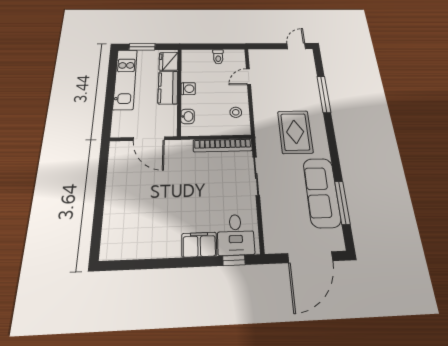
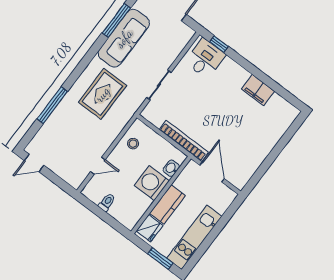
washing machine: (188, 89) -> (152, 183), width x1.89, depth x1.89
bookcase: (223, 145) -> (184, 141), moved
filing cabinet: (199, 245) -> (258, 90), moved

